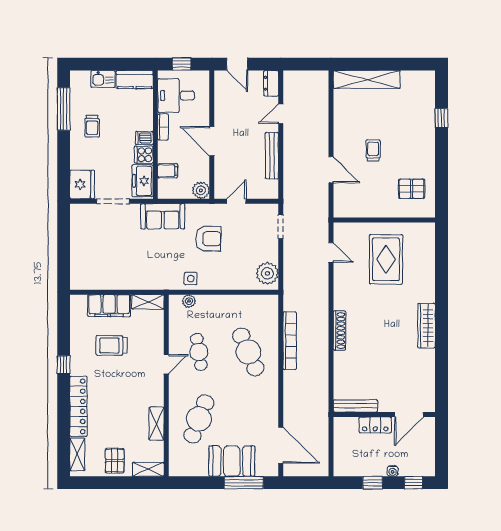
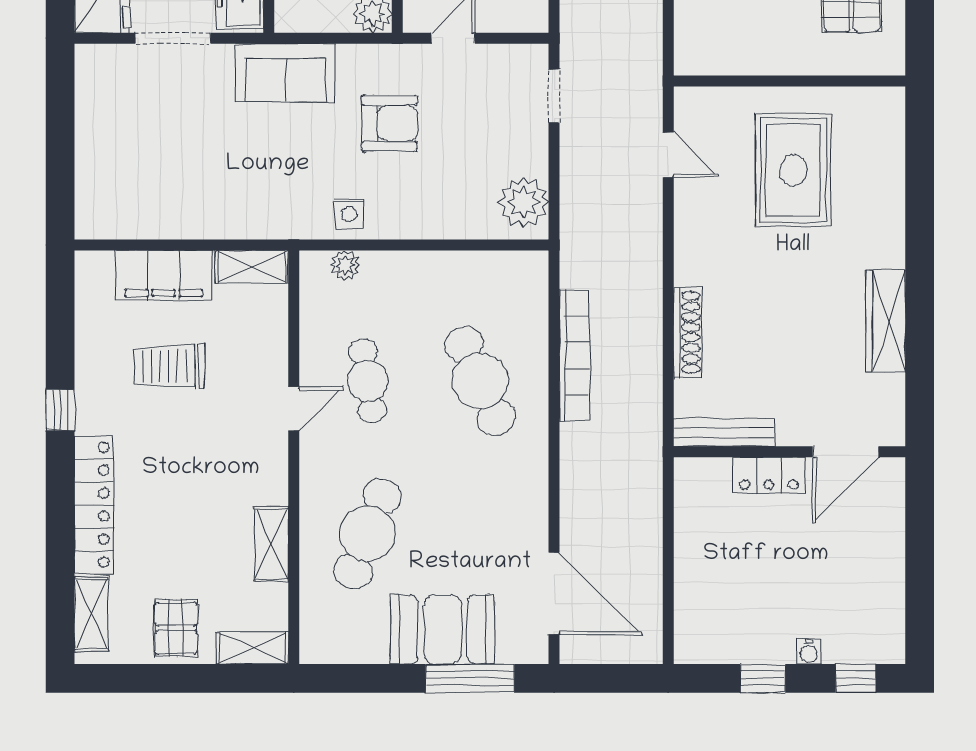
bench: (355, 406) -> (724, 432), moved
wall: (384, 414) -> (789, 452), moved
door: (409, 414) -> (846, 452), moved
locker: (375, 425) -> (769, 476), moved

